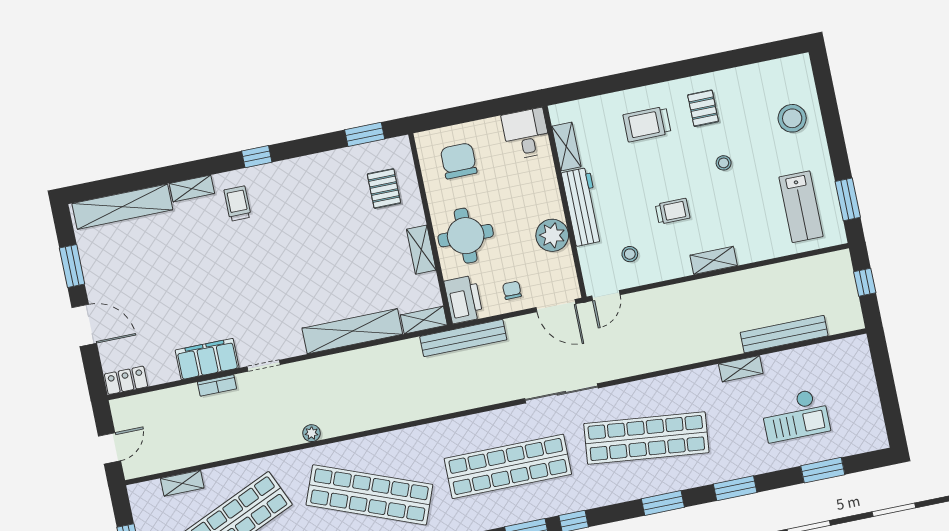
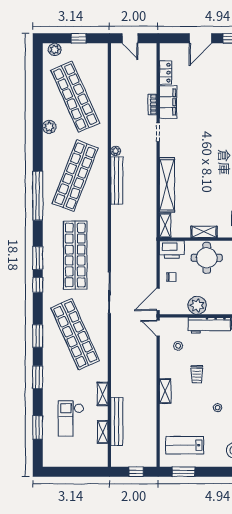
bench: (463, 338) -> (117, 181), moved
locker: (126, 380) -> (166, 73), moved
shop shelf: (646, 438) -> (75, 334), turned -30
shelving: (182, 483) -> (103, 432), moved

